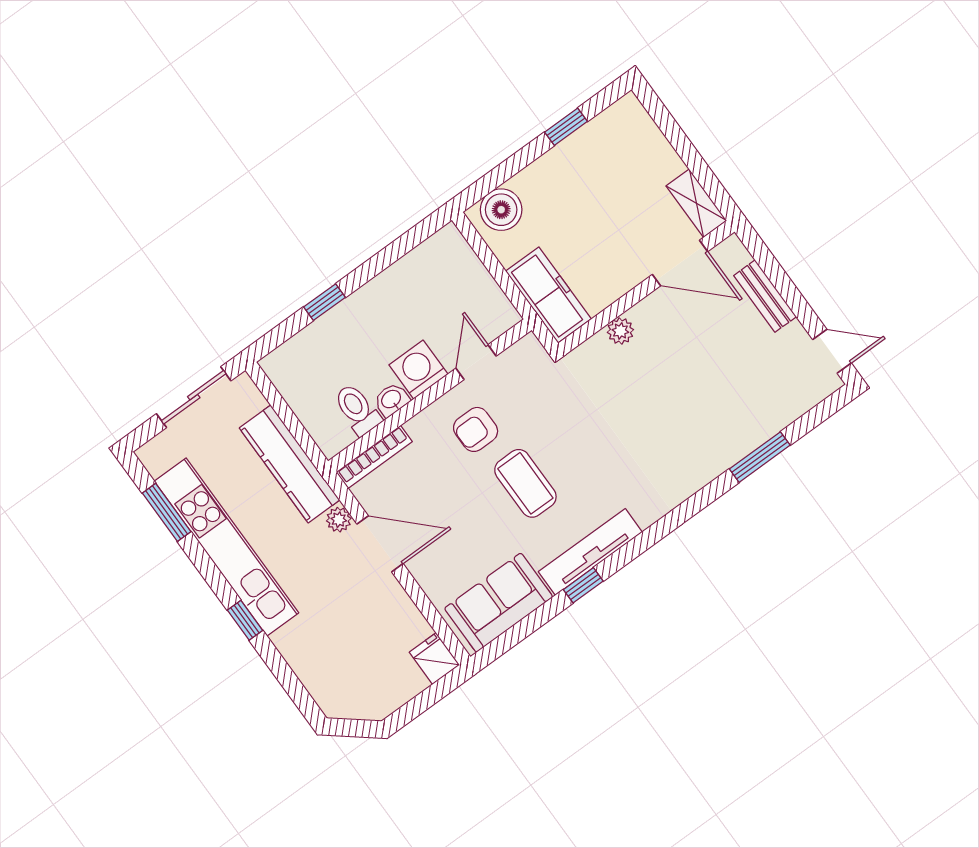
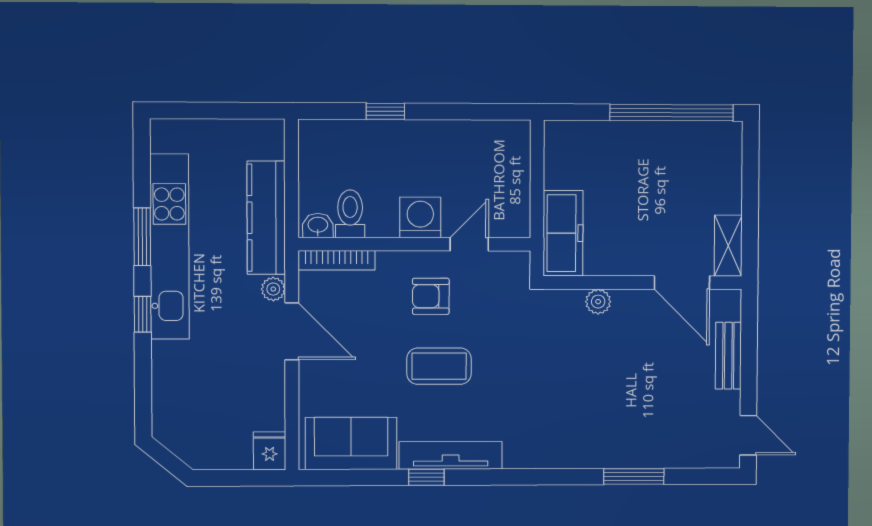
window: (566, 127) -> (672, 113), width x3.17
boiler: (501, 210) -> (575, 140), removed
sliding door: (194, 397) -> (229, 111), removed
washbasin: (391, 400) -> (318, 225), moved
coffee table: (525, 483) -> (439, 366), turned 90
window: (167, 512) -> (142, 237), moved

